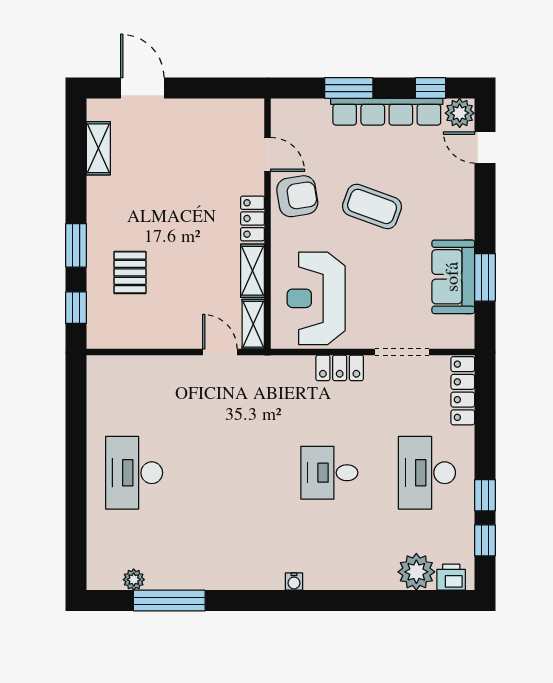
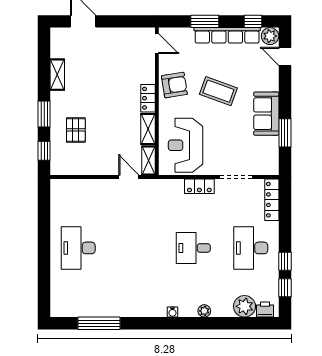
shelving: (98, 148) -> (57, 75), moved
door: (268, 154) -> (157, 44), moved
sofa: (453, 277) -> (266, 114), moved
plant: (134, 580) -> (204, 311), moved

